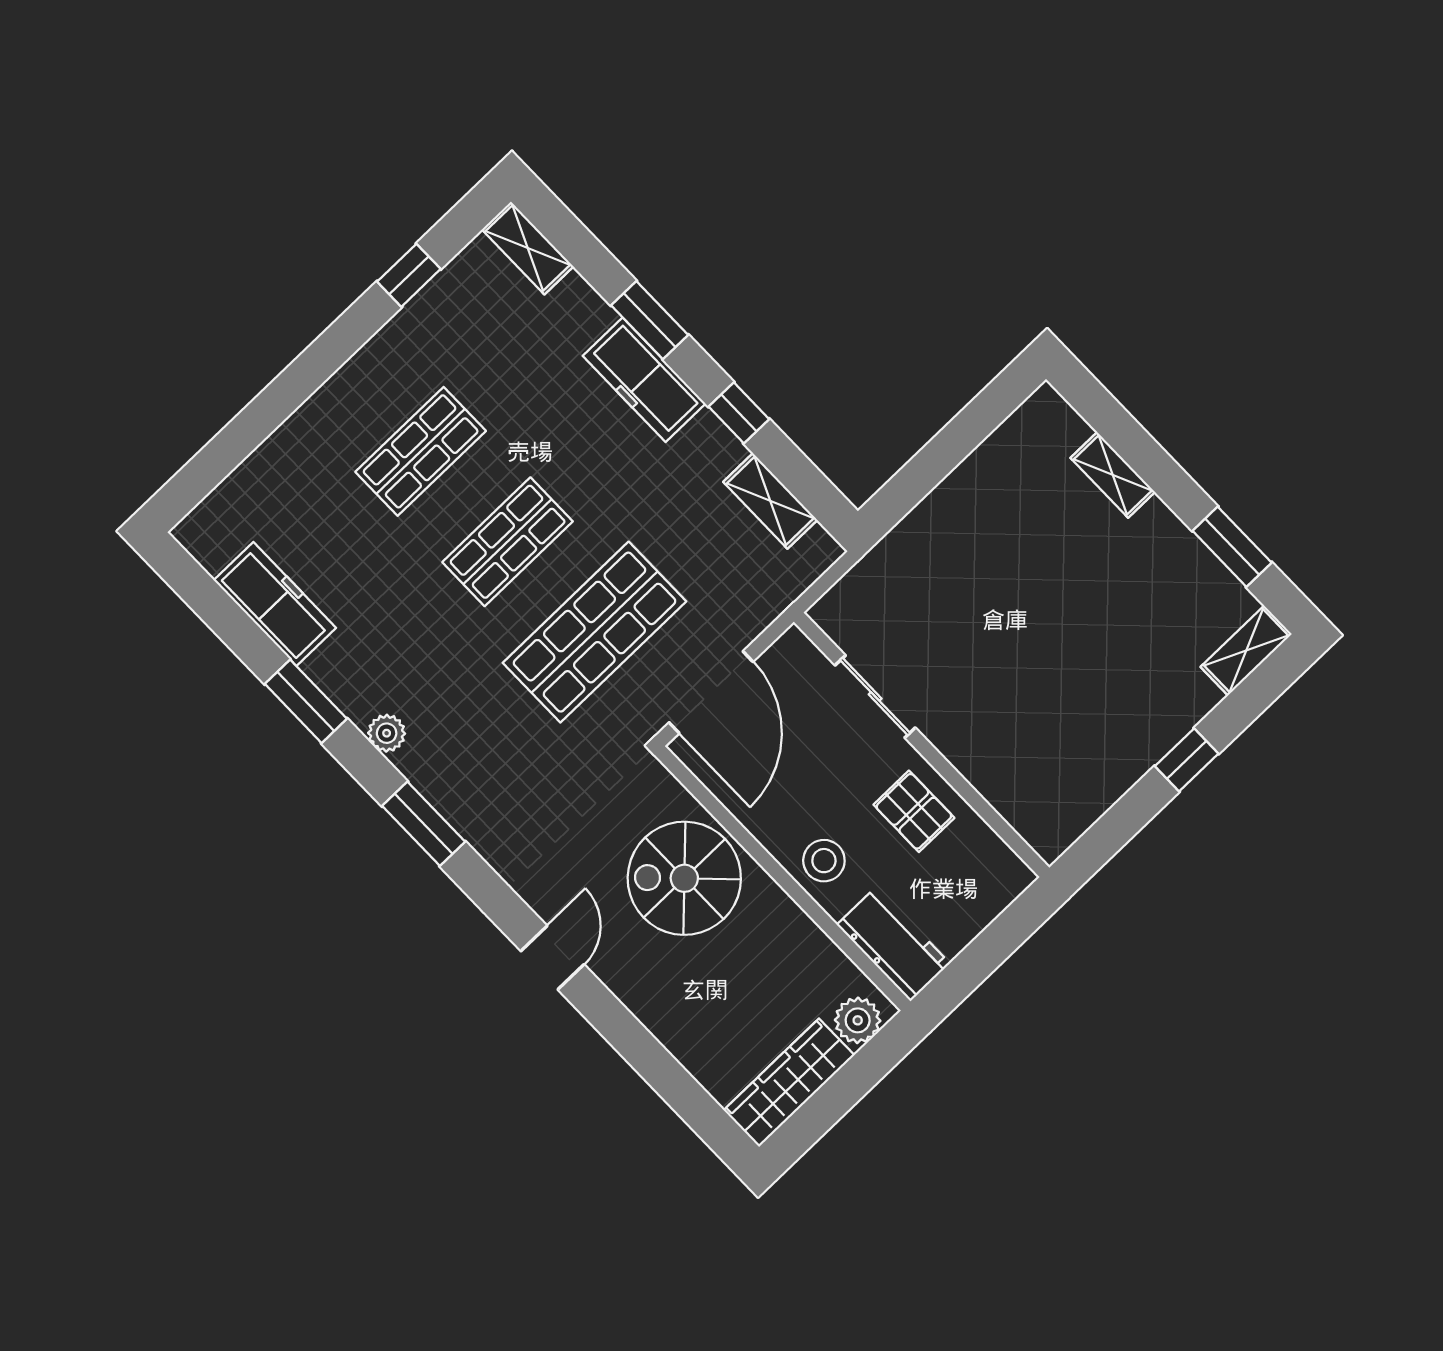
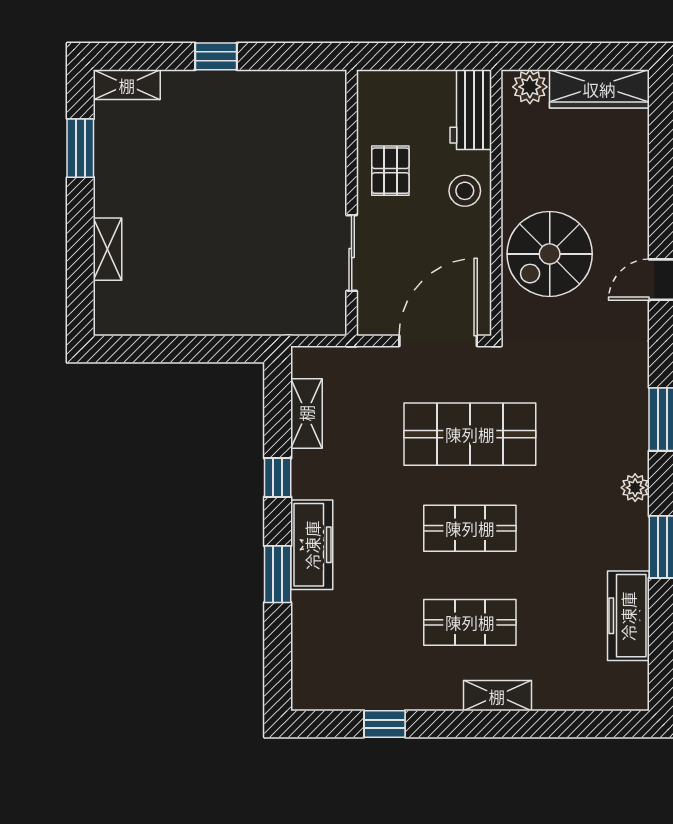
shelving: (528, 248) -> (497, 696), moved, turned 90
spiral stairs: (684, 878) -> (550, 254), turned 90

